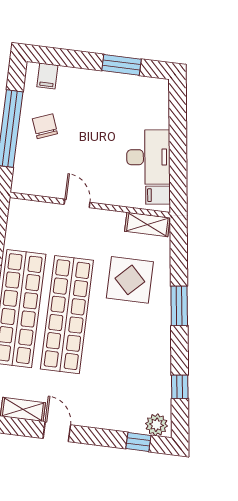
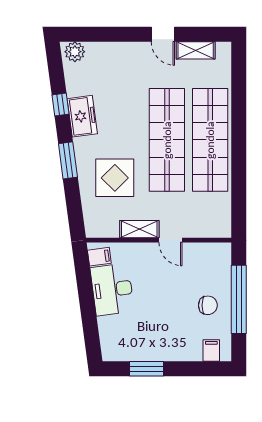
chair: (45, 126) -> (208, 305), turned -69
shelving: (147, 225) -> (139, 229), moved
freezer: (157, 353) -> (82, 116), added
window: (180, 387) -> (60, 105), moved
window: (138, 442) -> (89, 34), removed

